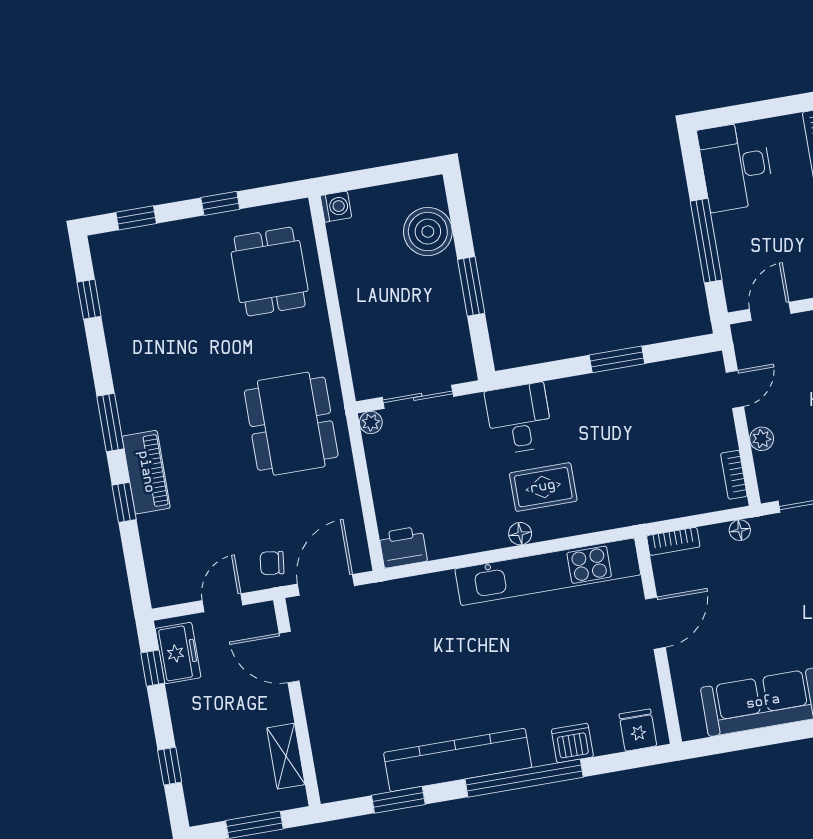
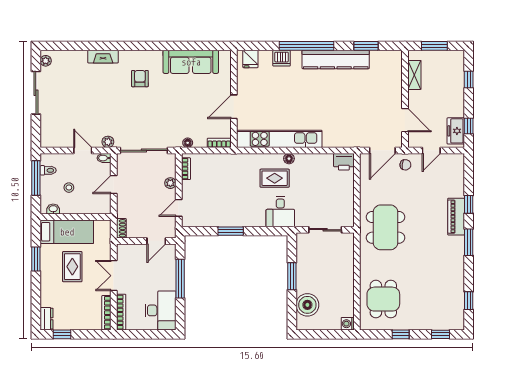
plant: (371, 423) -> (349, 222), removed

